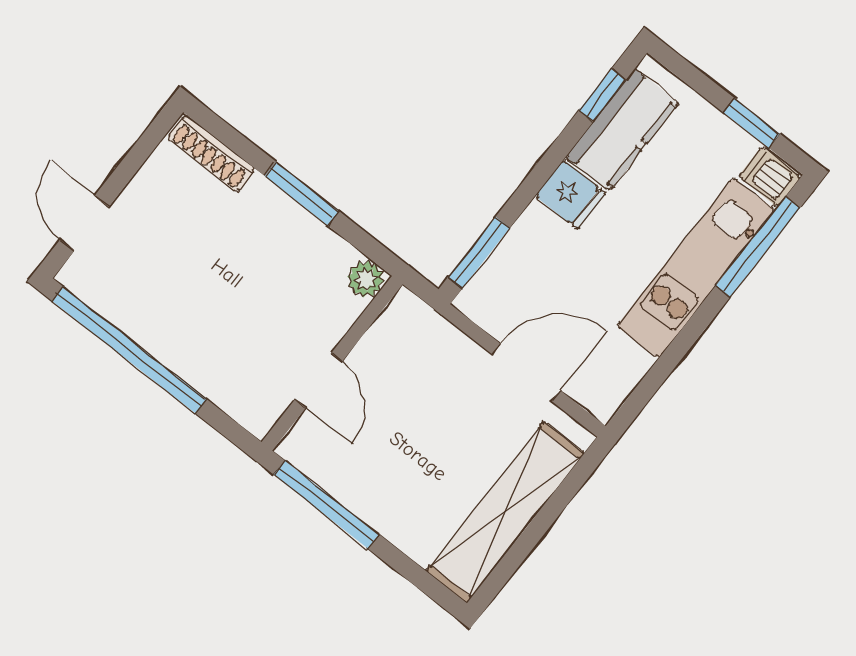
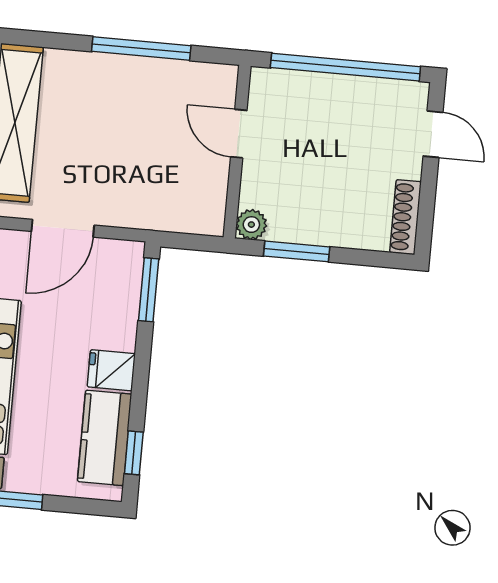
shoe rack: (211, 153) -> (406, 217), moved, turned -90
plant: (366, 279) -> (251, 225), moved
wall: (332, 363) -> (237, 152), moved
door: (319, 380) -> (239, 134), moved

